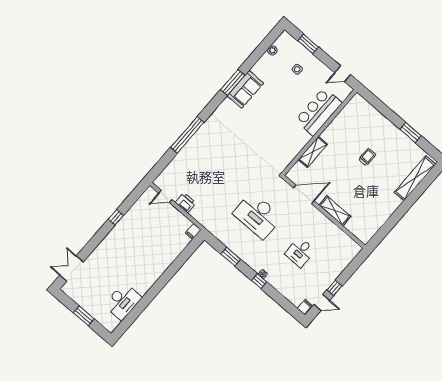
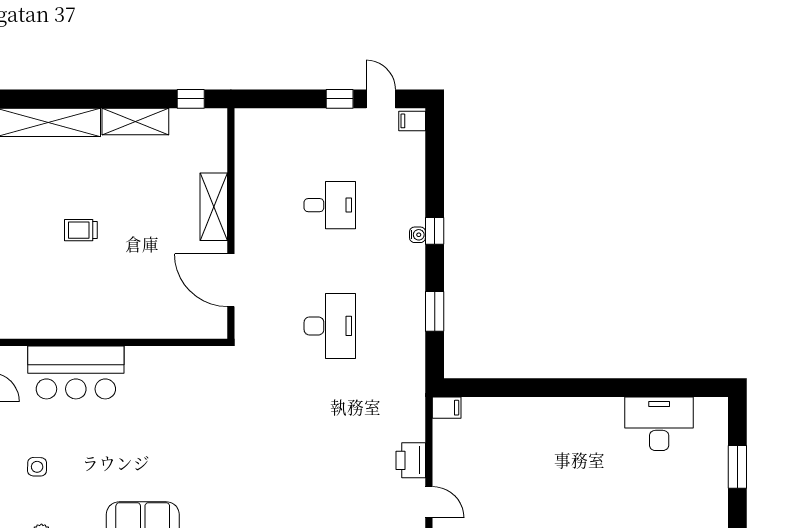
shelving: (313, 152) -> (135, 121), moved
desk: (258, 215) -> (330, 326), width x0.73, depth x0.77
window: (380, 236) -> (191, 99), added

